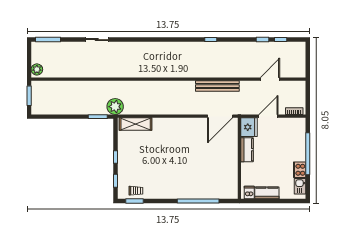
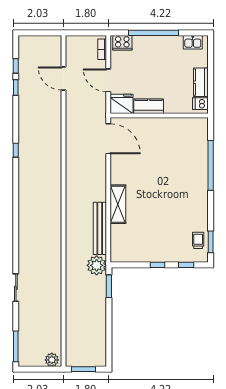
bench: (217, 86) -> (100, 228), moved
shelving: (136, 124) -> (118, 204), moved
cooker: (300, 170) -> (122, 43), moved

